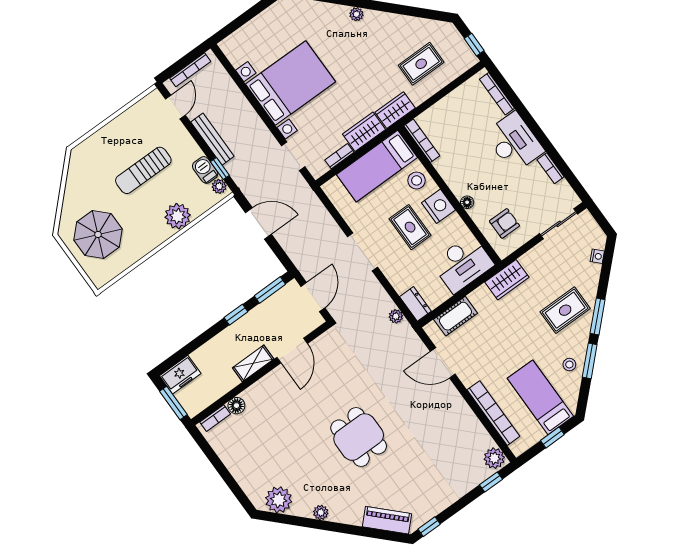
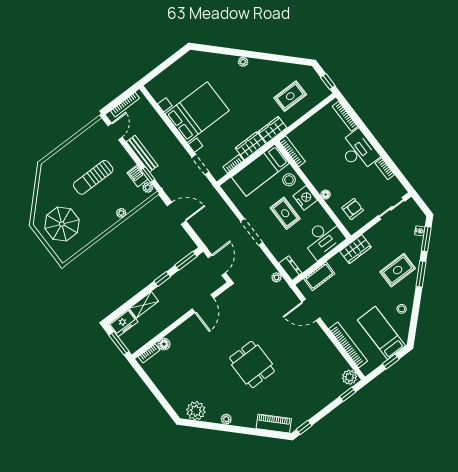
plant: (178, 216) -> (121, 213), width x0.53, depth x0.53
window: (590, 361) -> (426, 239), moved
shelving: (253, 363) -> (144, 305), moved

